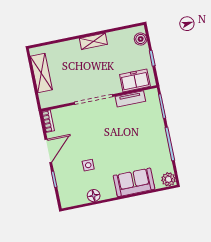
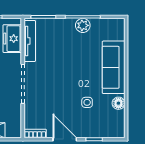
tv unit: (130, 99) -> (30, 41), width x1.41
plant: (168, 179) -> (83, 25), moved
sofa: (134, 182) -> (114, 67), width x1.36

